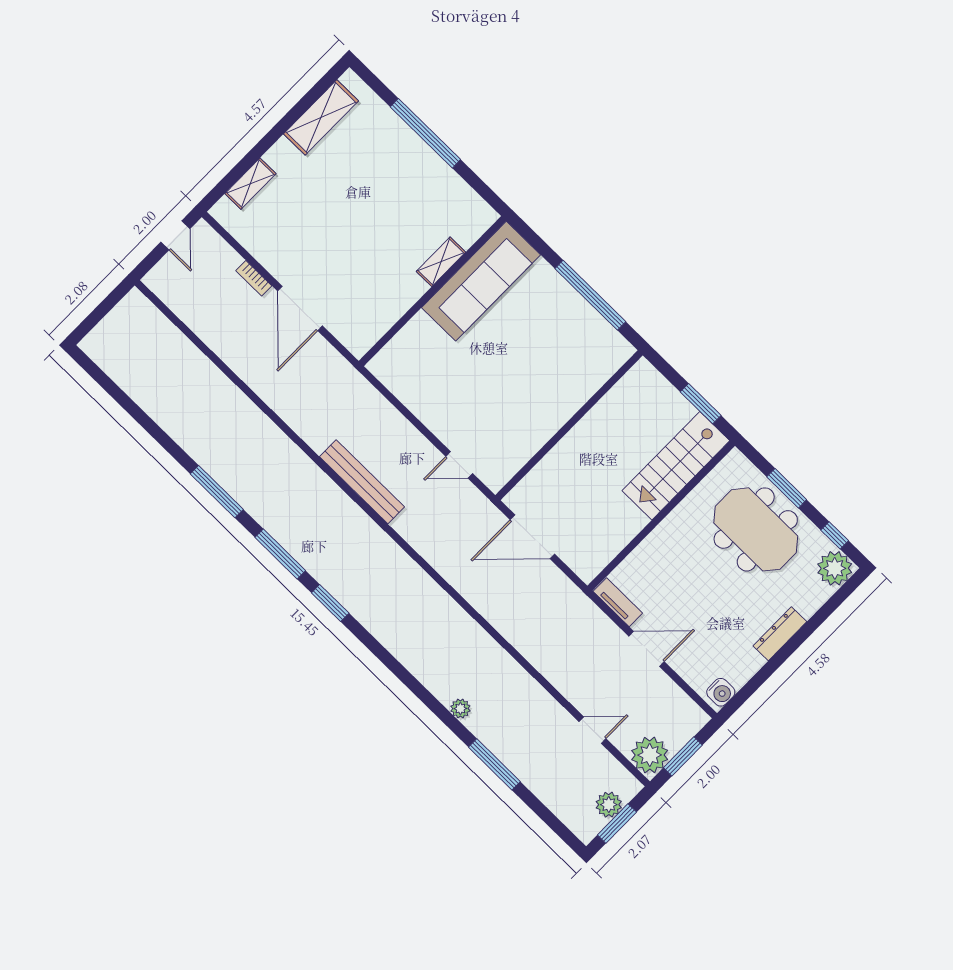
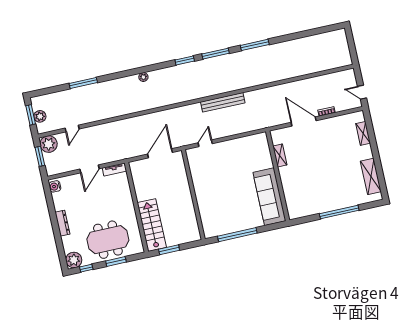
shelving: (441, 262) -> (280, 155), moved
plant: (460, 709) -> (143, 77), moved

